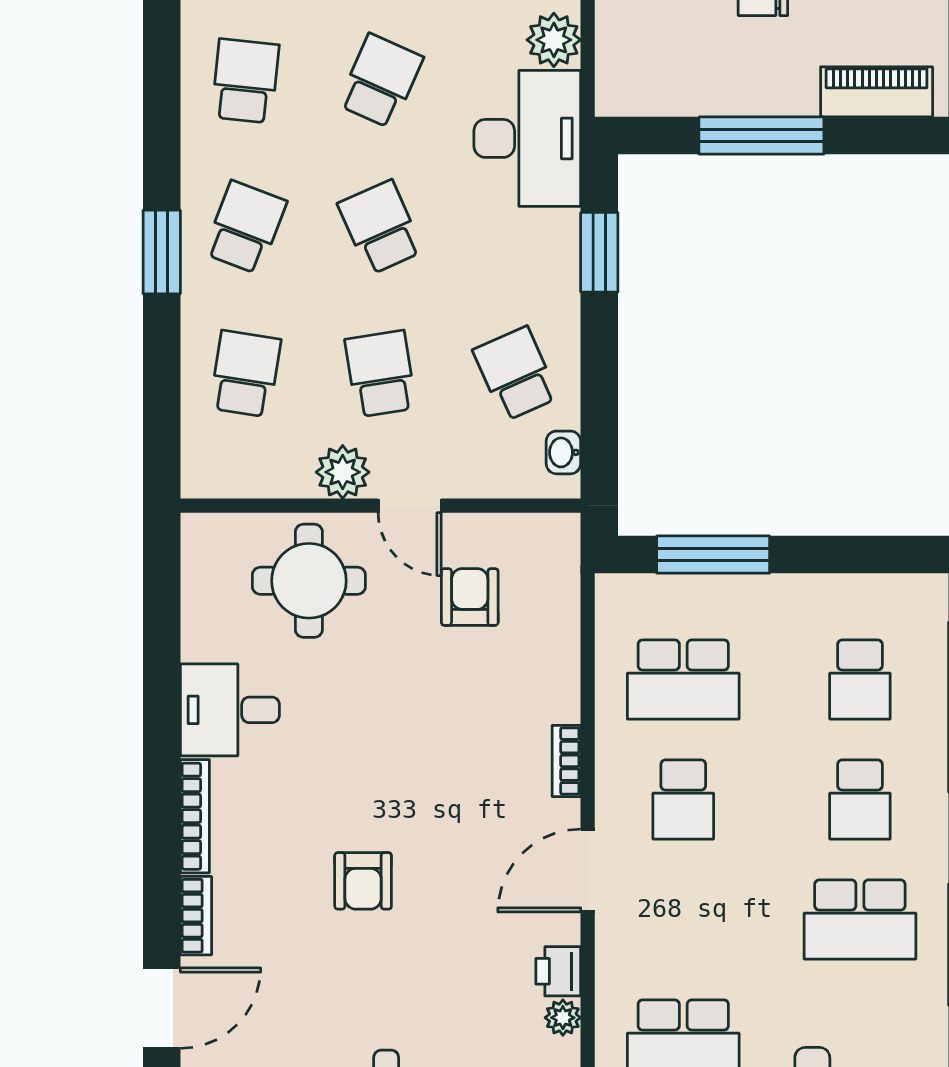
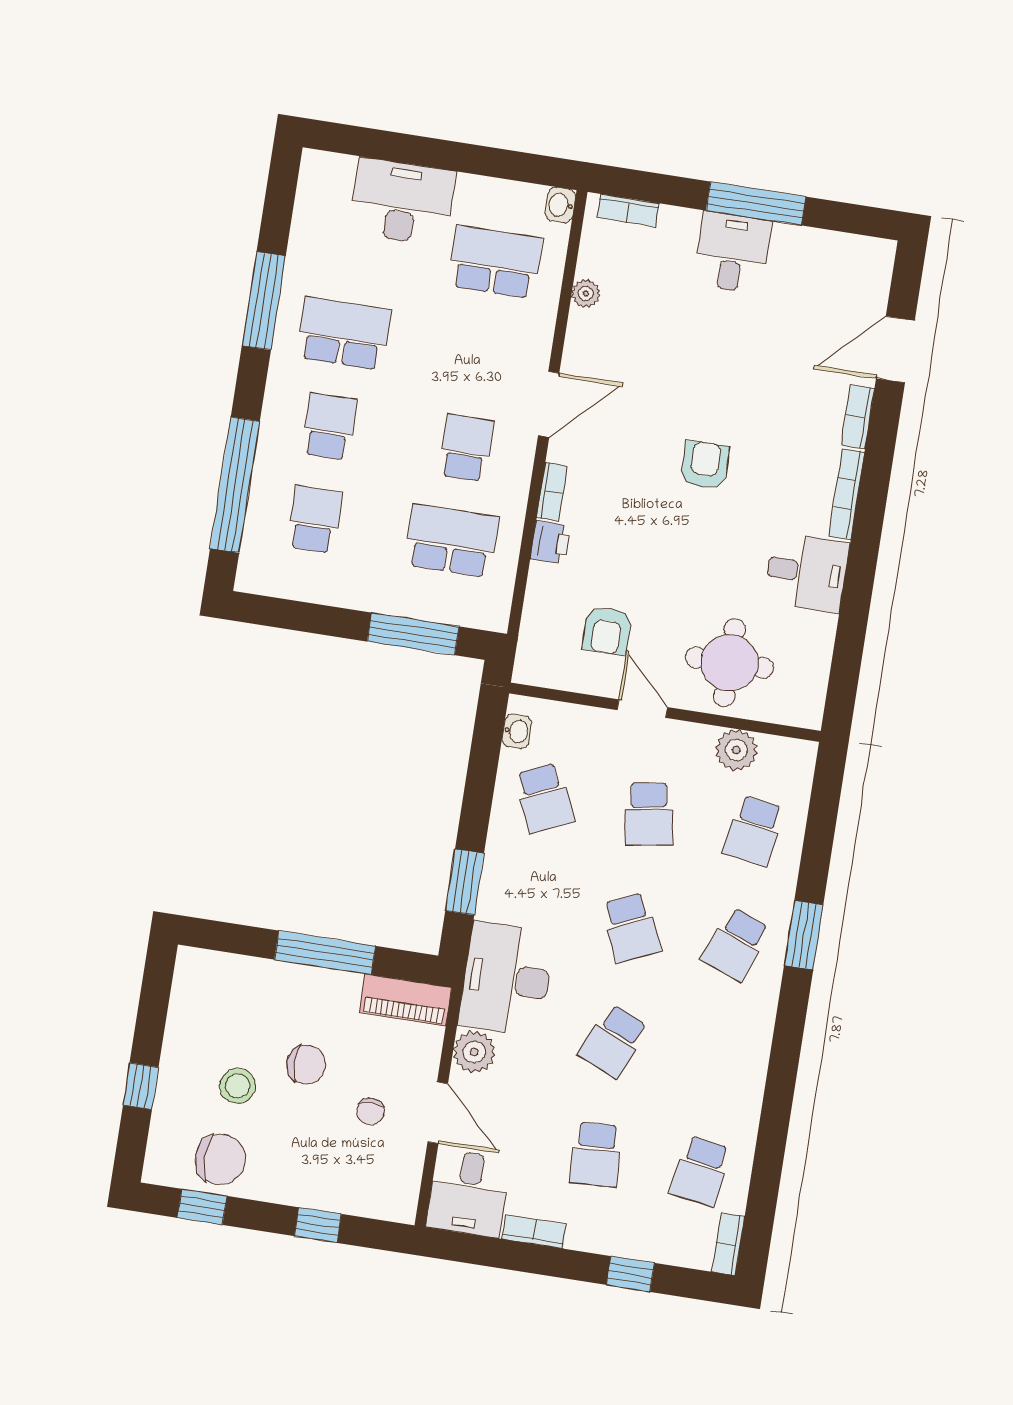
school desk: (245, 81) -> (718, 1058), removed
piano: (877, 92) -> (405, 1000), moved
plant: (343, 472) -> (736, 750), moved
armchair: (363, 881) -> (705, 465), moved
printer: (558, 971) -> (550, 542), moved

